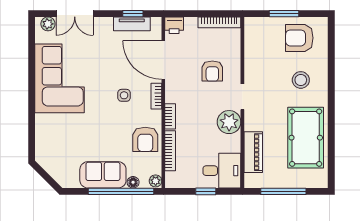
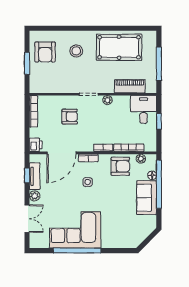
plant: (48, 24) -> (35, 196), moved
window: (32, 81) -> (77, 251), added
plant: (229, 122) -> (107, 100), width x0.53, depth x0.53
plant: (156, 181) -> (141, 159), moved

